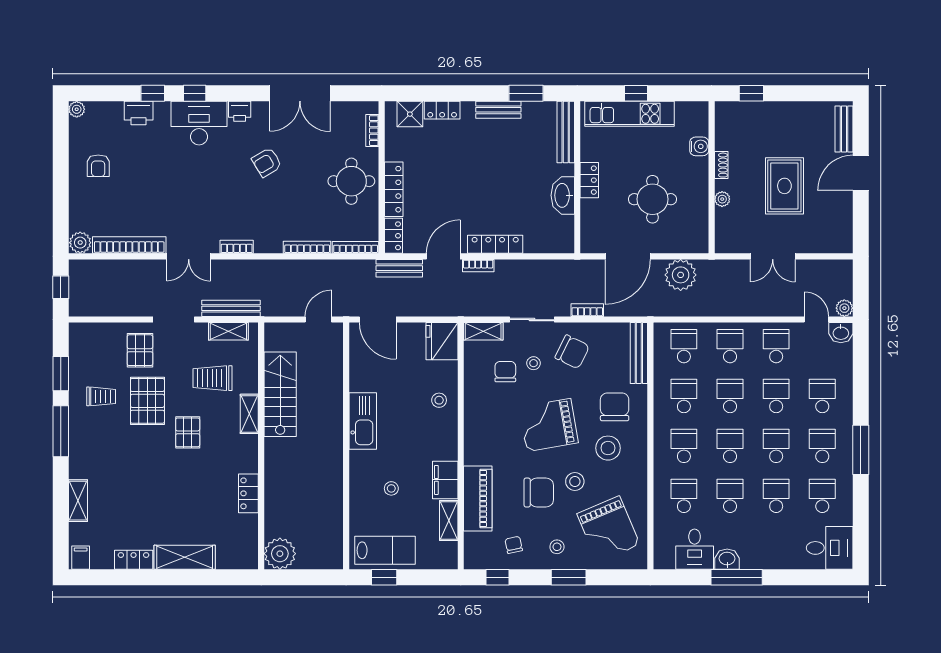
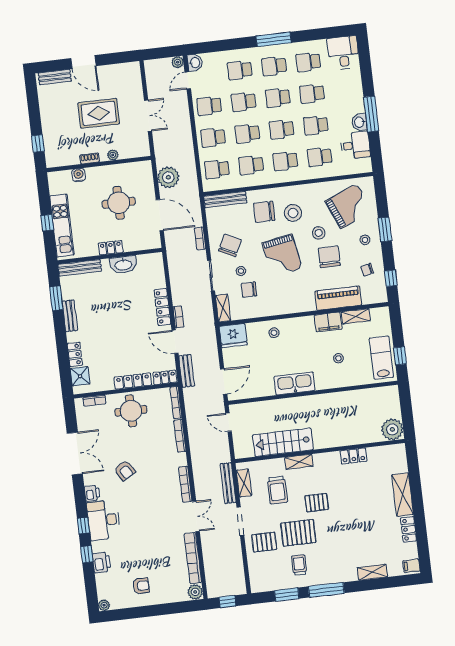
bookcase: (237, 247) -> (185, 484), width x1.56

